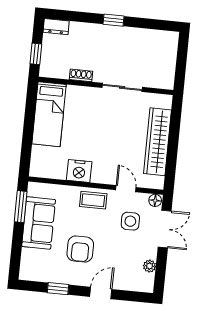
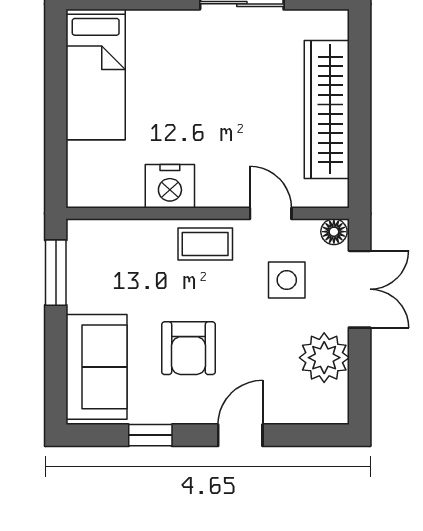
sofa: (39, 223) -> (97, 367), moved
plant: (149, 266) -> (324, 358), width x1.88, depth x1.88

